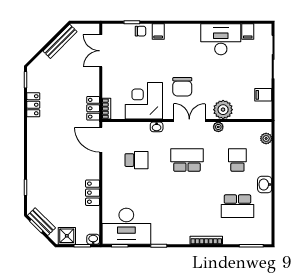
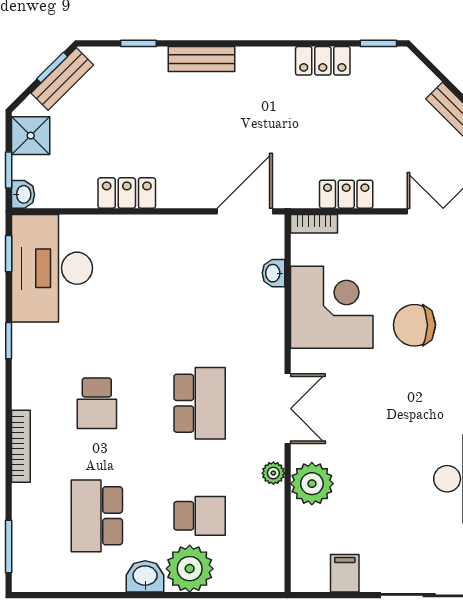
chair: (182, 87) -> (414, 325), moved
locker: (93, 108) -> (346, 194), moved
washbasin: (157, 127) -> (273, 273), moved
plant: (266, 138) -> (190, 569), moved, width x1.87, depth x1.87
bench: (32, 159) -> (202, 59), added
school desk: (136, 160) -> (97, 403), moved

